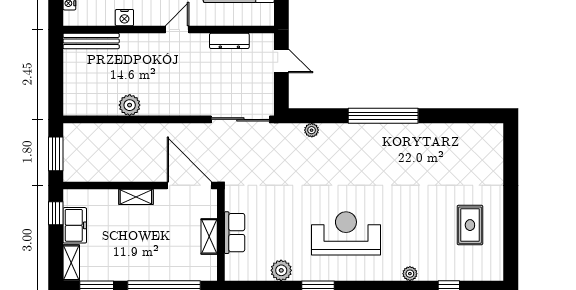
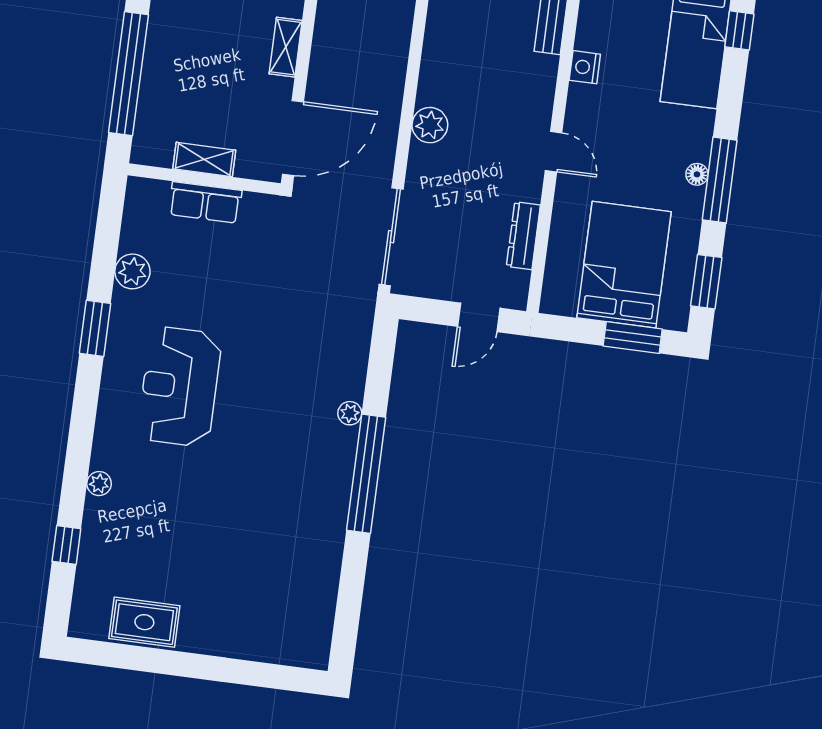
plant: (130, 105) -> (430, 125), moved
plant: (312, 130) -> (350, 413), moved
rug: (470, 225) -> (144, 622), moved
reception desk: (346, 233) -> (180, 387), turned 180

